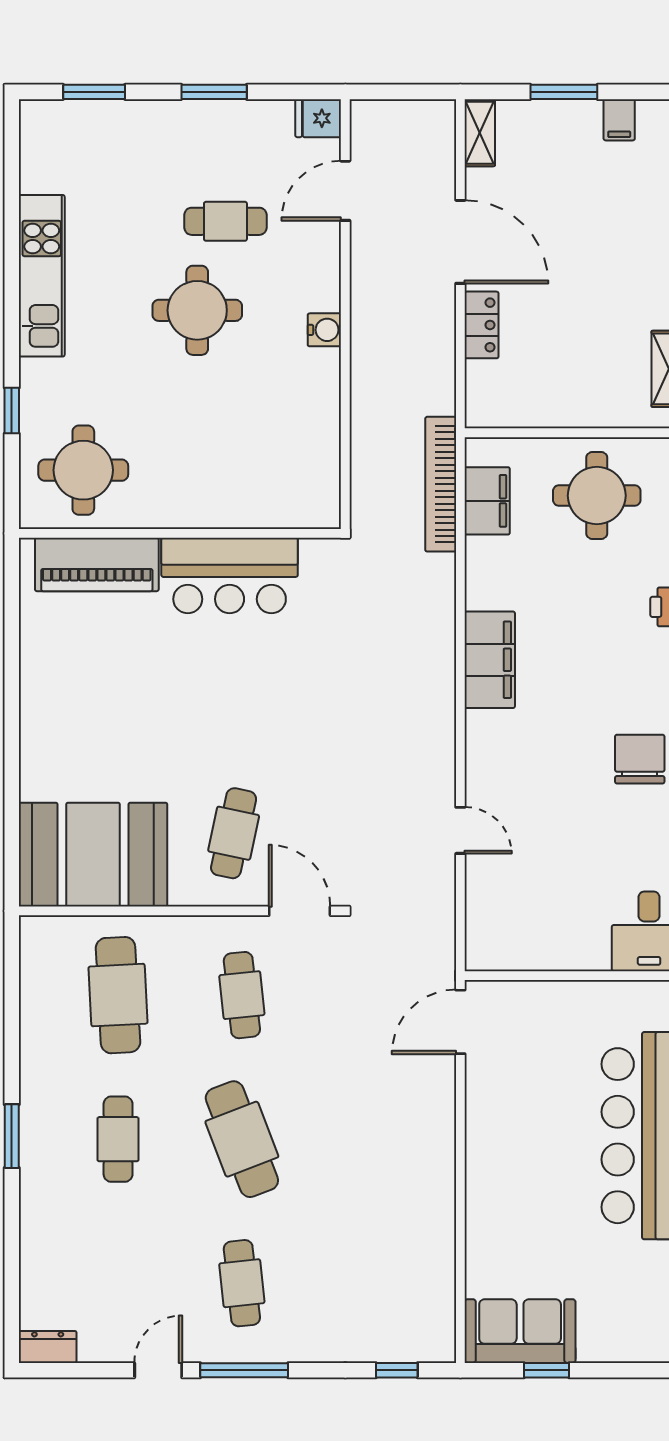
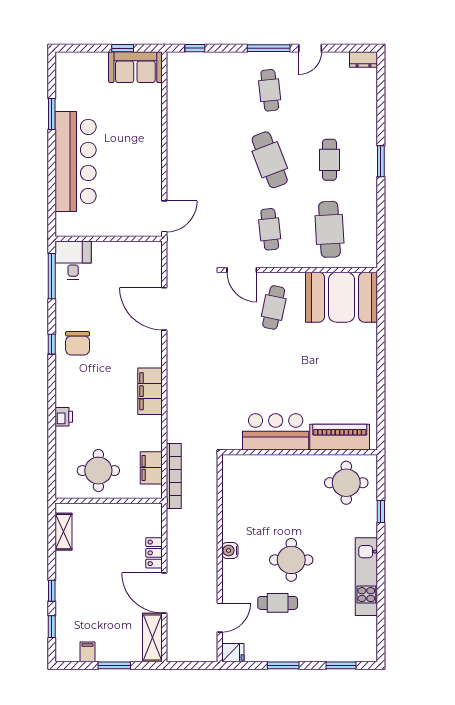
shelving: (480, 133) -> (152, 638), width x1.50, depth x1.33
door: (460, 830) -> (164, 309), width x1.88

